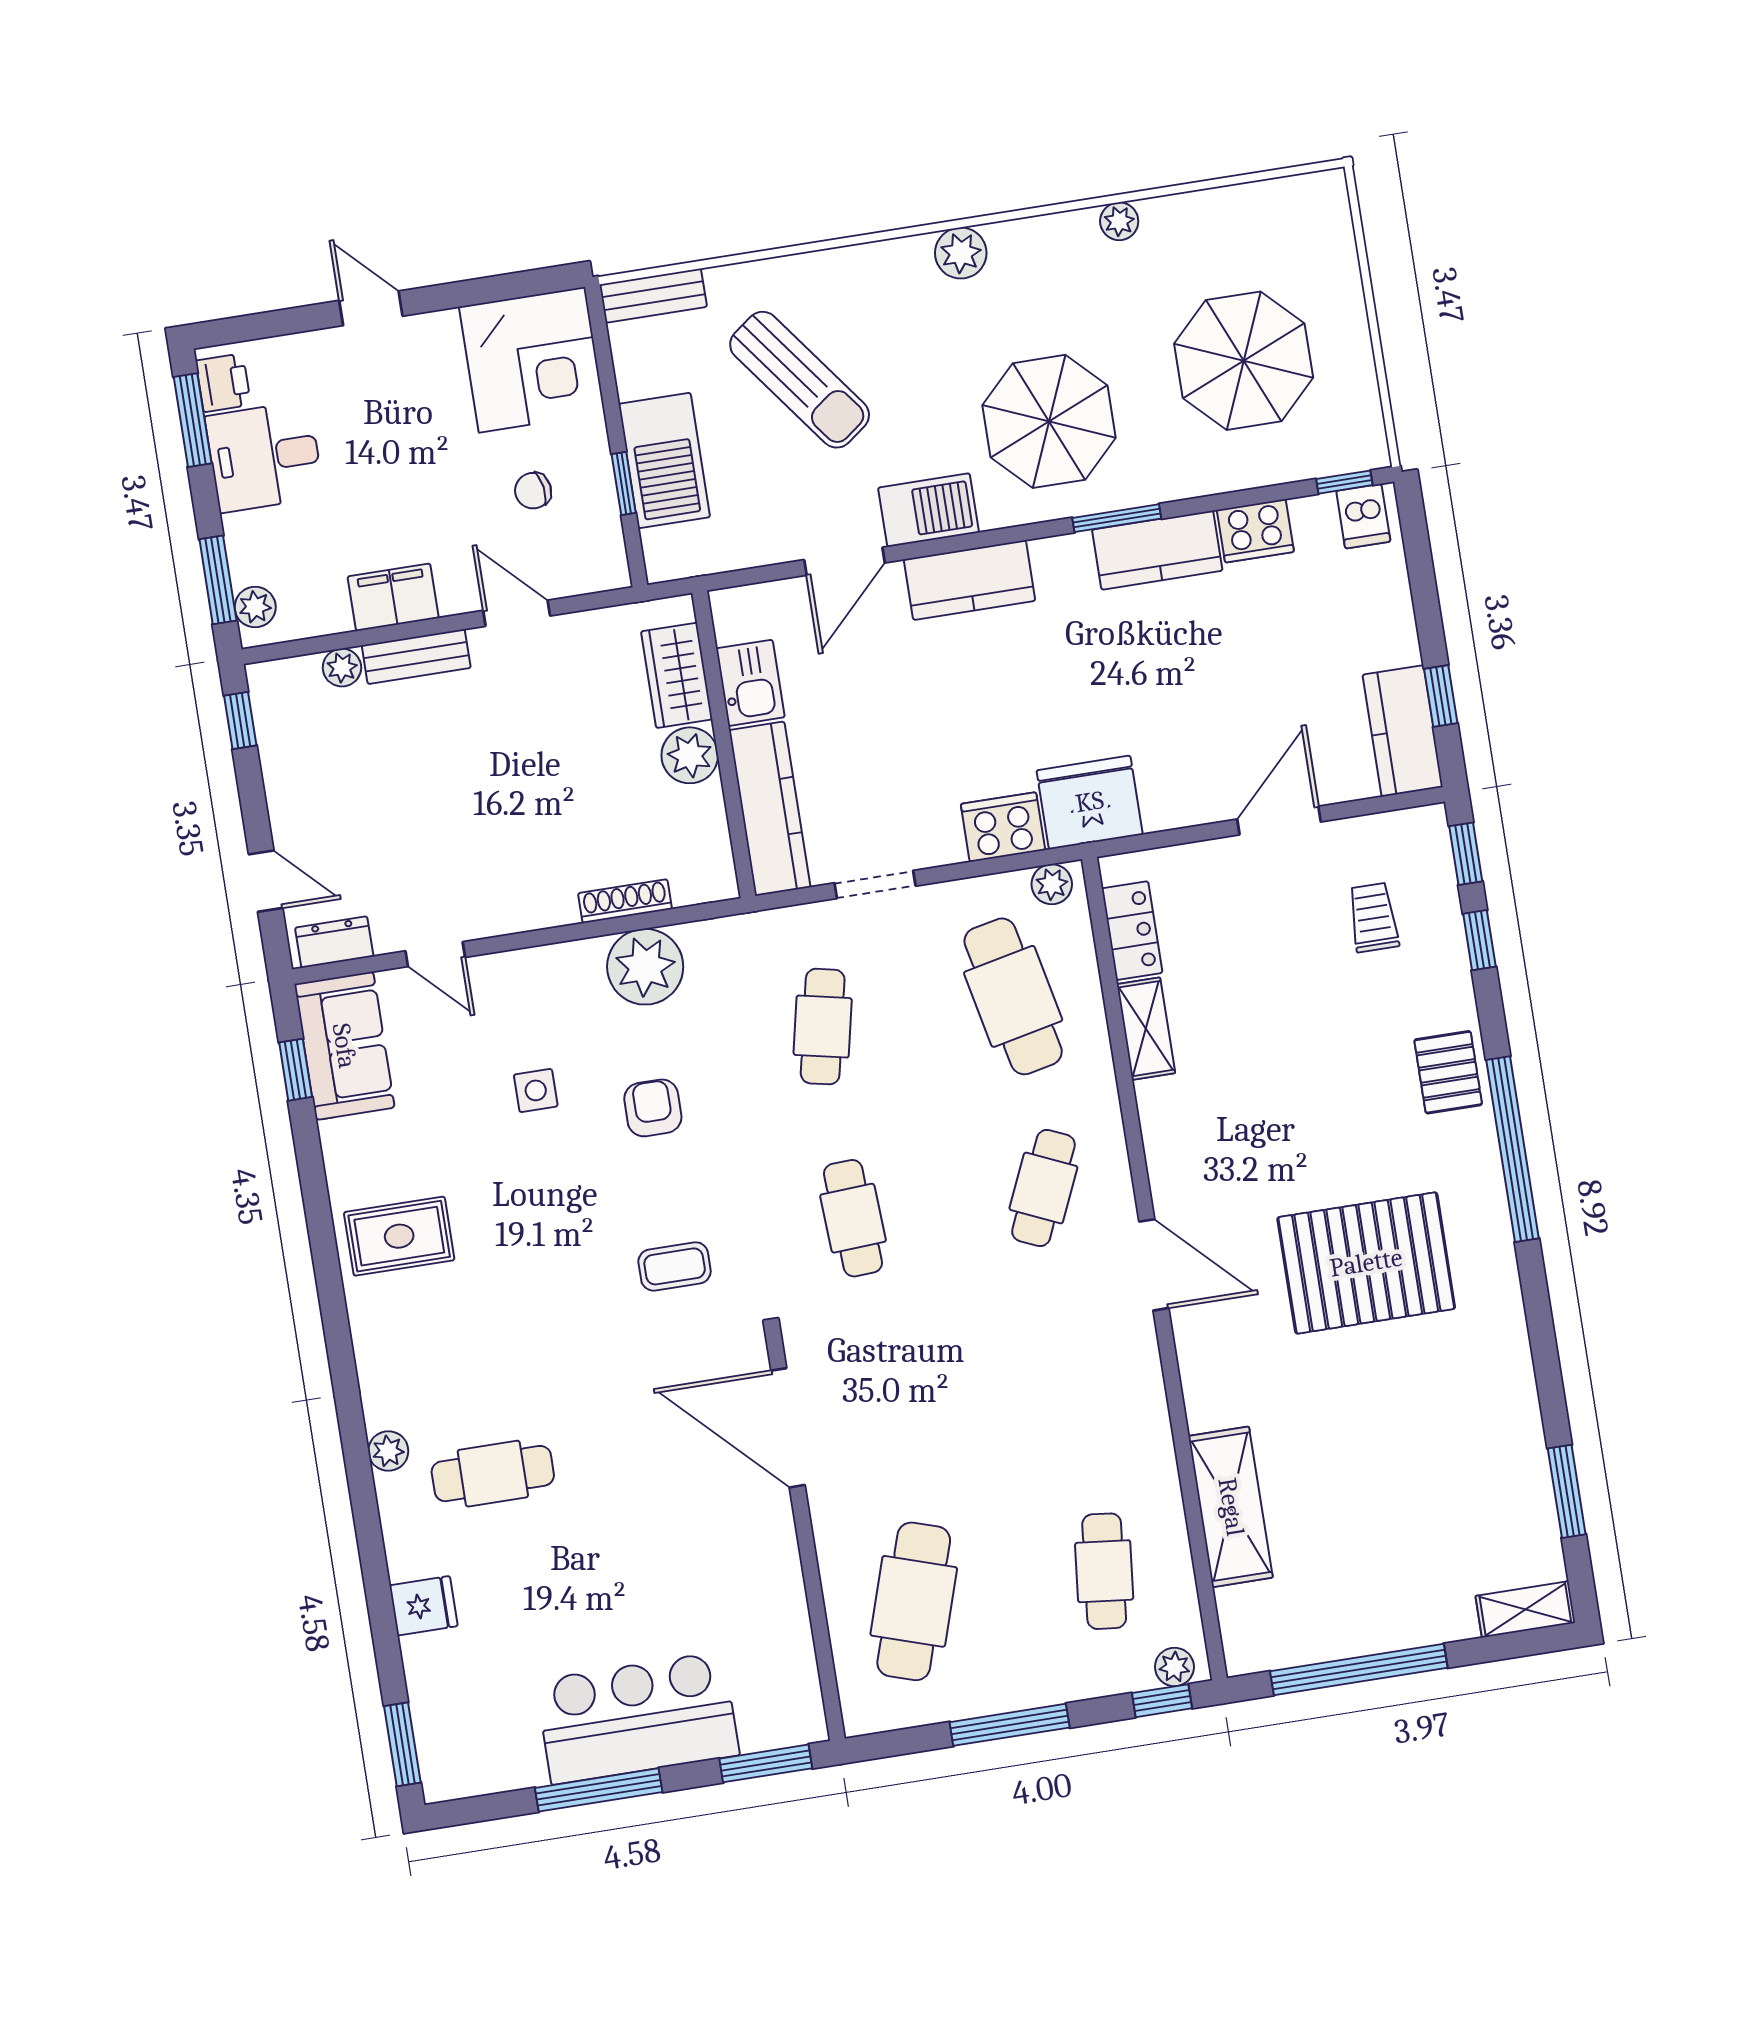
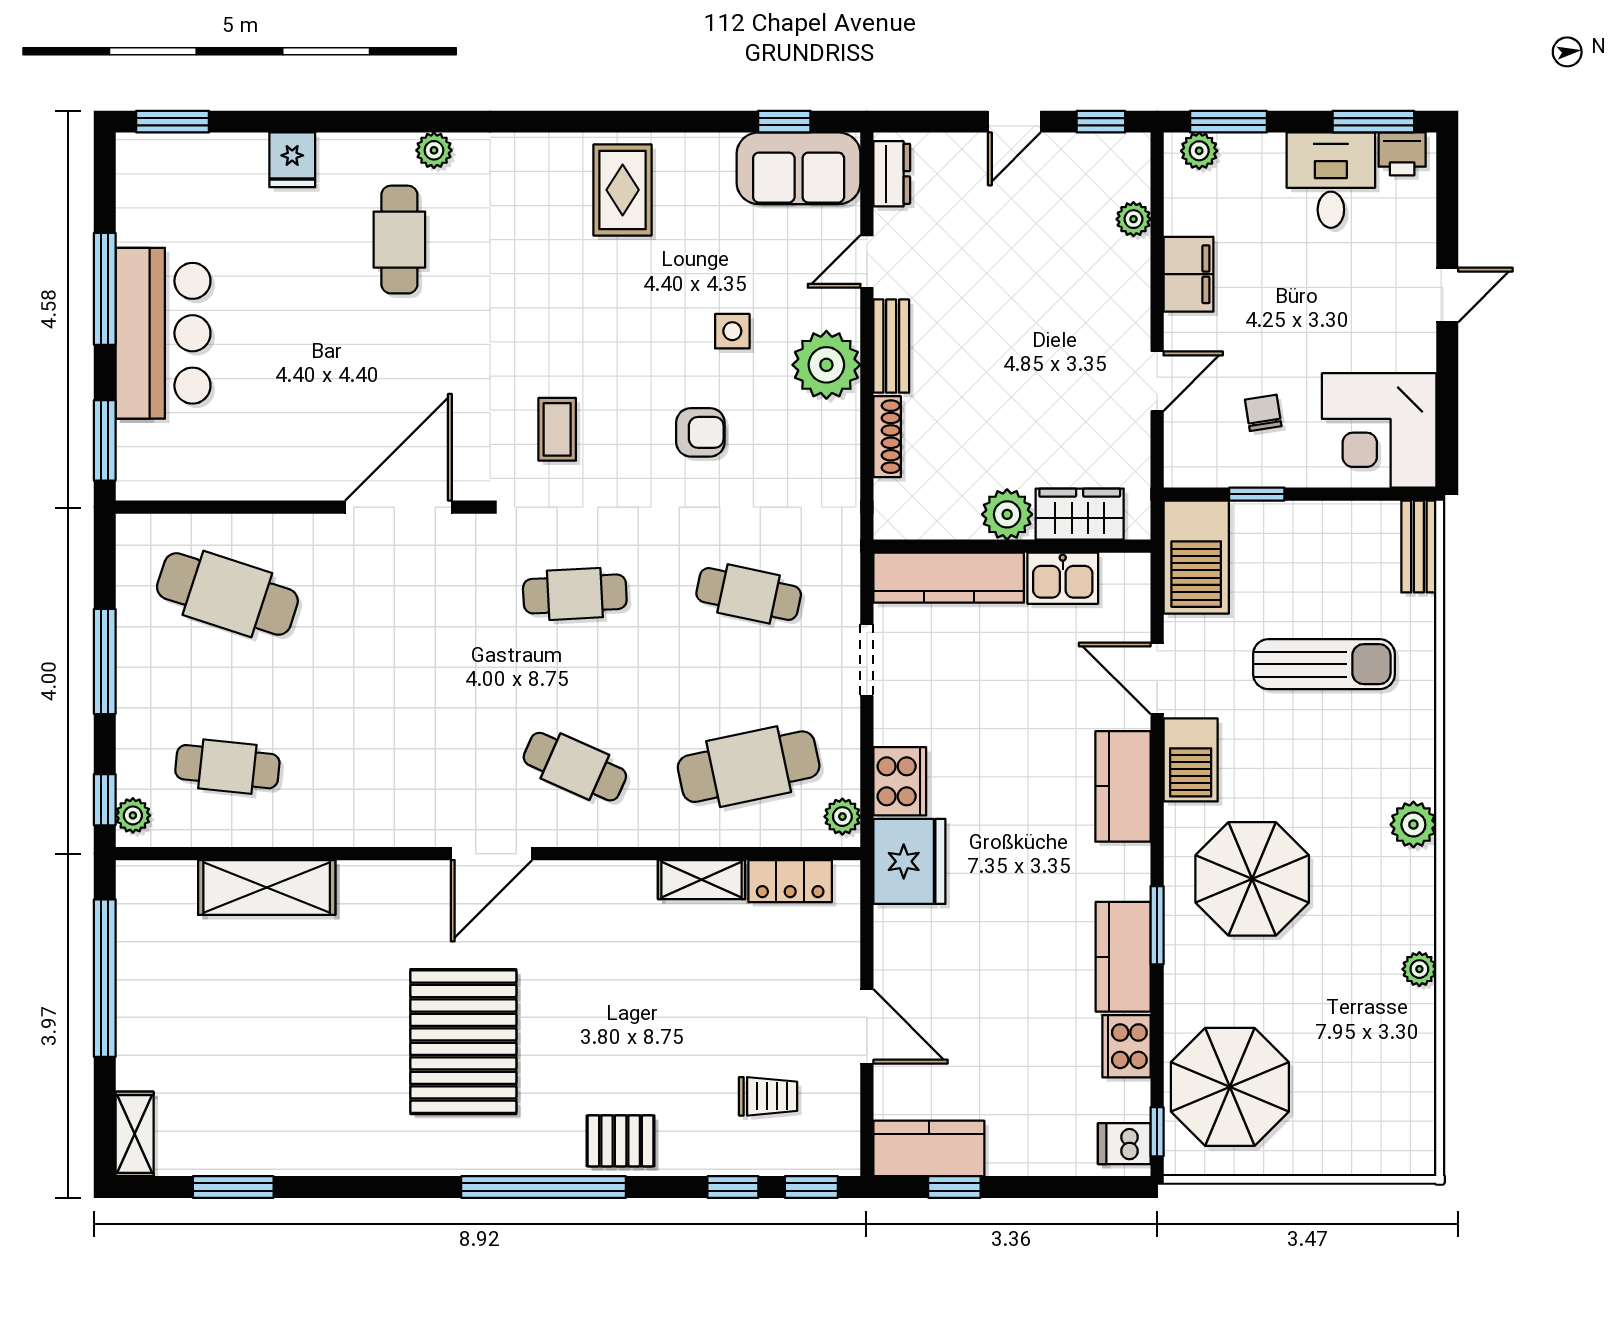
parasol: (1244, 361) -> (1230, 1087), moved
sun lounger: (800, 380) -> (1324, 664), turned -143
barbecue: (664, 461) -> (1196, 557), moved, turned -90
bench: (416, 657) -> (891, 346), moved
door: (266, 881) -> (1014, 122), moved
plant: (645, 967) -> (826, 365), moved

